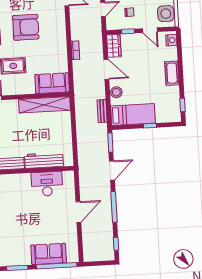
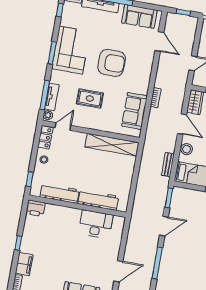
sofa: (52, 83) -> (134, 111), moved, turned -90
door: (78, 212) -> (118, 271), moved

